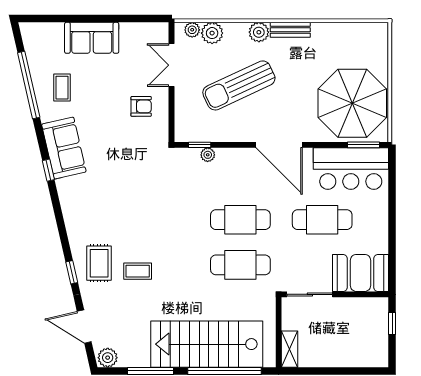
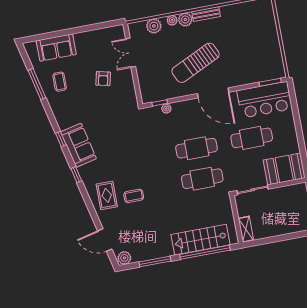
plant: (192, 30) -> (172, 20), moved
sofa: (92, 38) -> (56, 48), moved
window: (29, 85) -> (37, 84), width x0.68
sun lounger: (239, 85) -> (196, 63), moved
parasol: (352, 103) -> (257, 56), removed
armchair: (141, 106) -> (103, 79), moved, turned 103
sofa: (64, 148) -> (78, 145), moved
window: (72, 272) -> (76, 175), moved
stairs: (207, 344) -> (201, 240), width x0.73, depth x0.66

